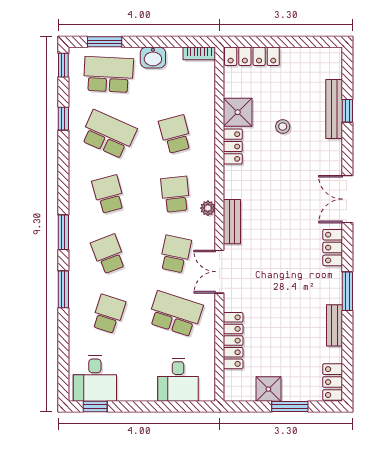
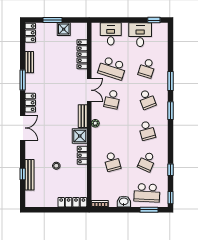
shower: (238, 112) -> (80, 136), moved
school desk: (108, 134) -> (147, 162), width x0.54
school desk: (175, 194) -> (112, 130), removed
desk: (95, 378) -> (140, 35), moved

